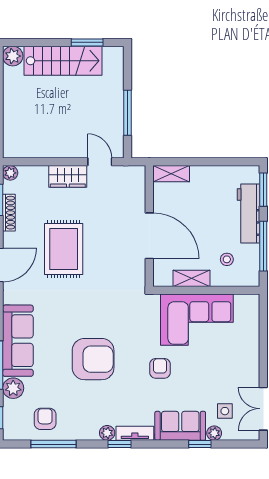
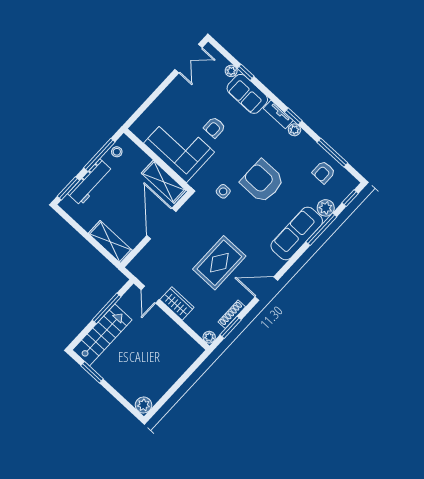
stairs: (63, 61) -> (102, 335), moved, turned 90
shelving: (171, 174) -> (110, 242), width x1.50, depth x1.33
stool: (227, 259) -> (117, 152), moved
shelving: (192, 278) -> (164, 182), width x1.50, depth x1.33
armchair: (160, 368) -> (215, 127), moved
side table: (225, 411) -> (223, 191), moved

